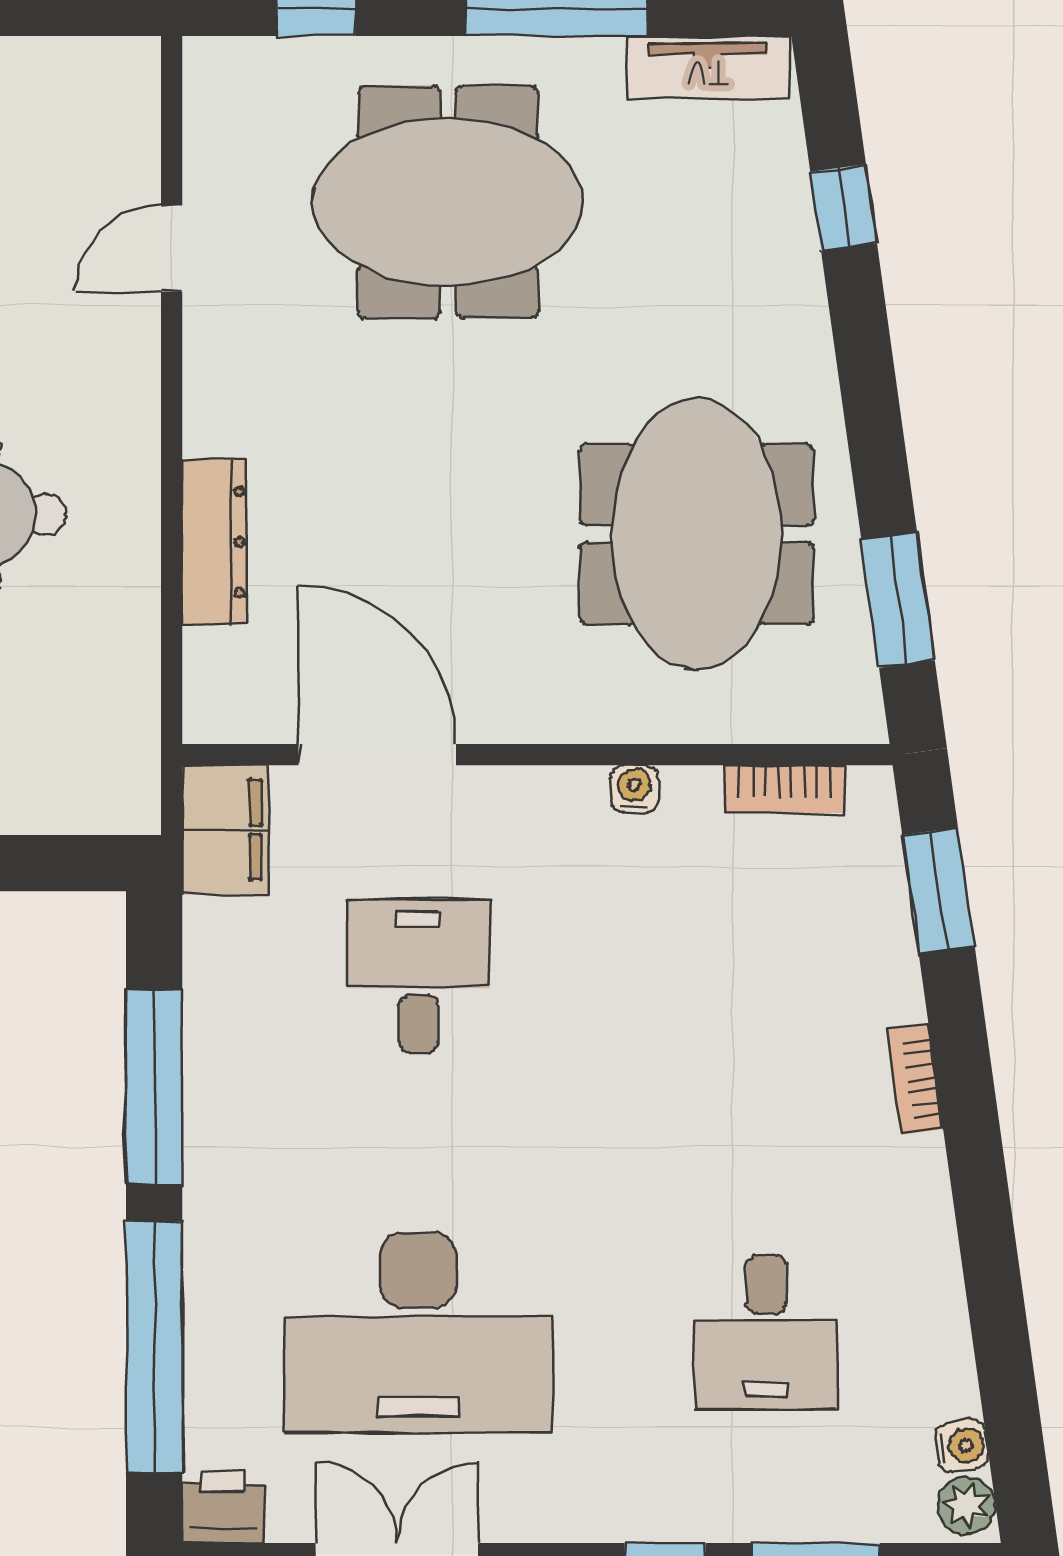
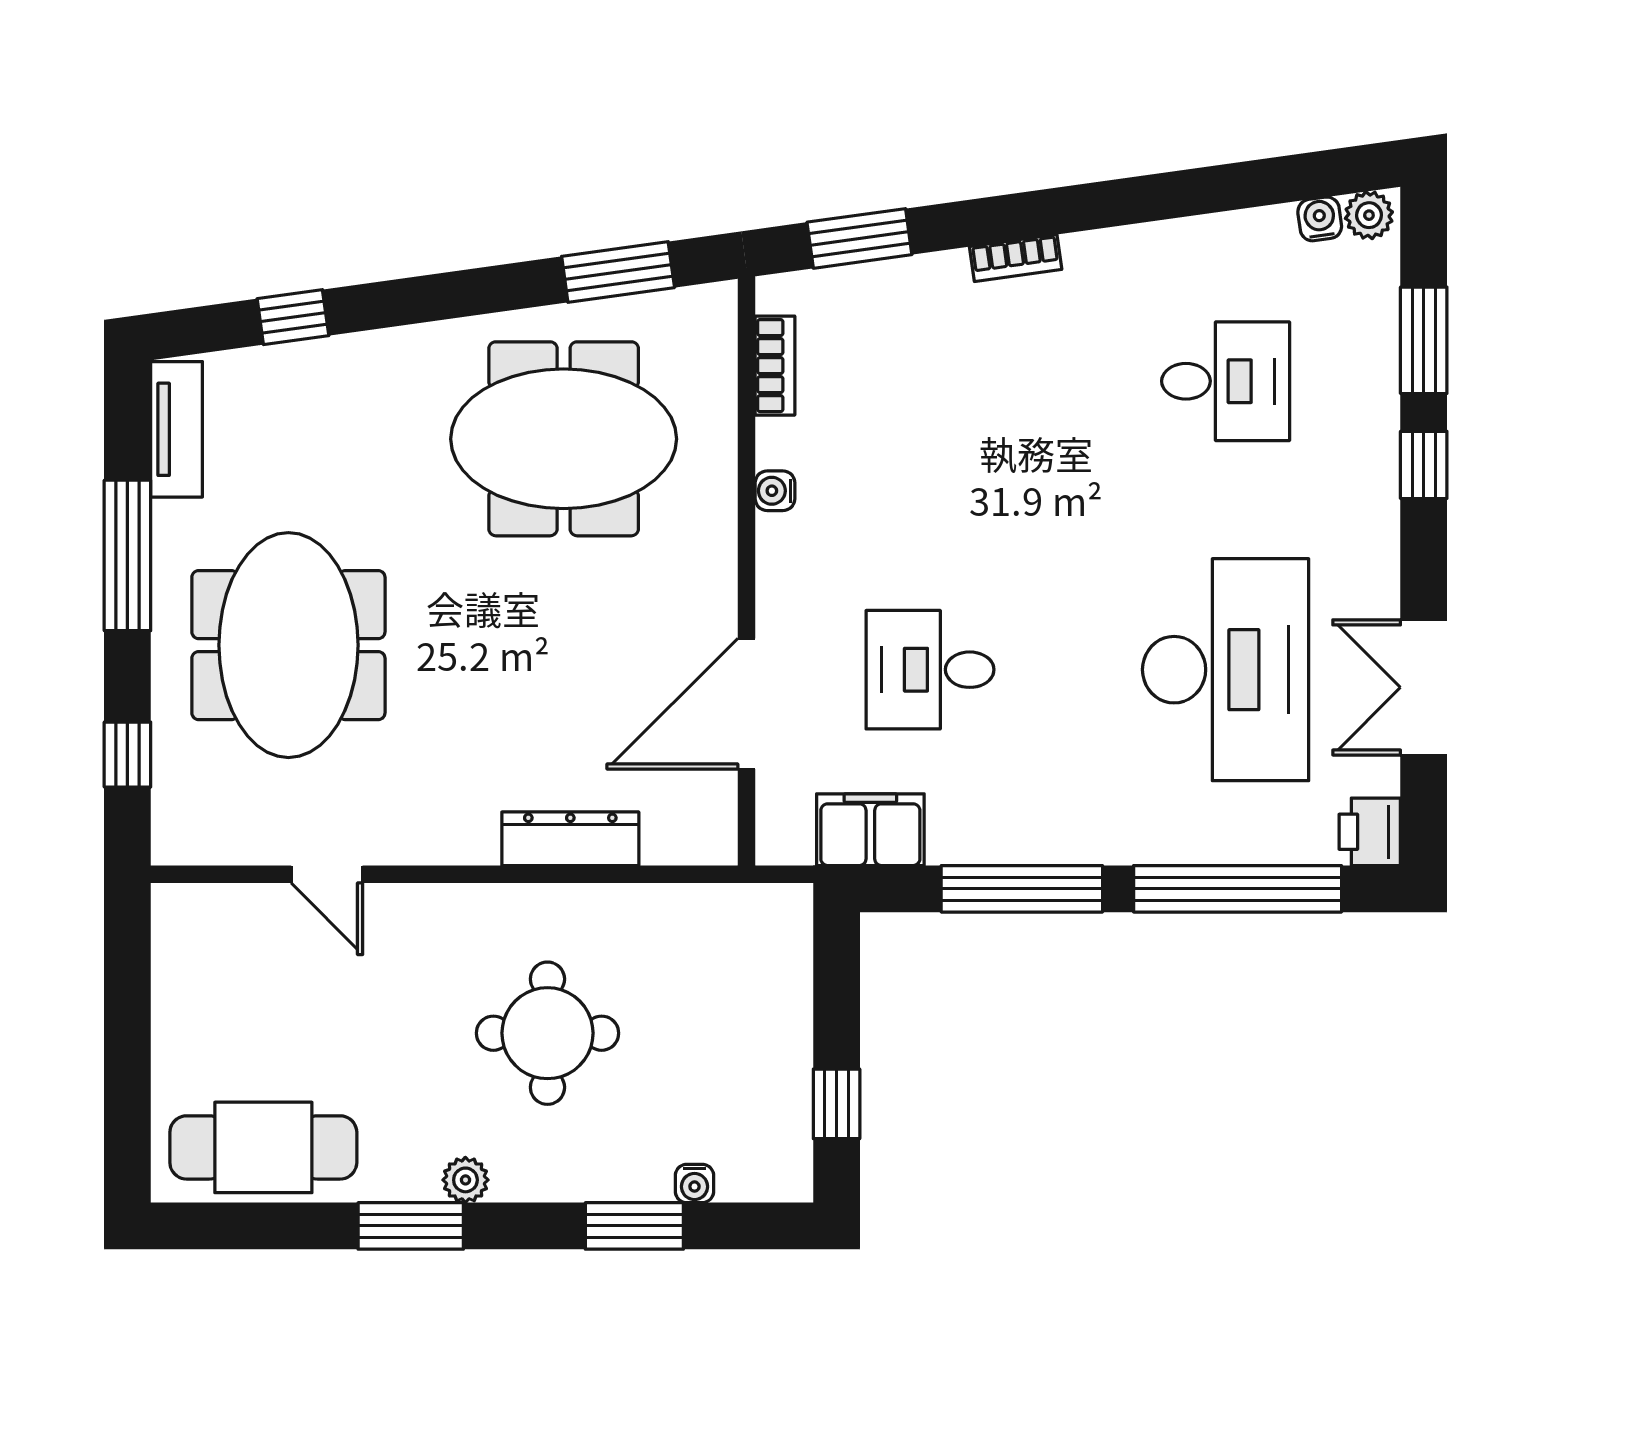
filing cabinet: (225, 830) -> (870, 830), moved

